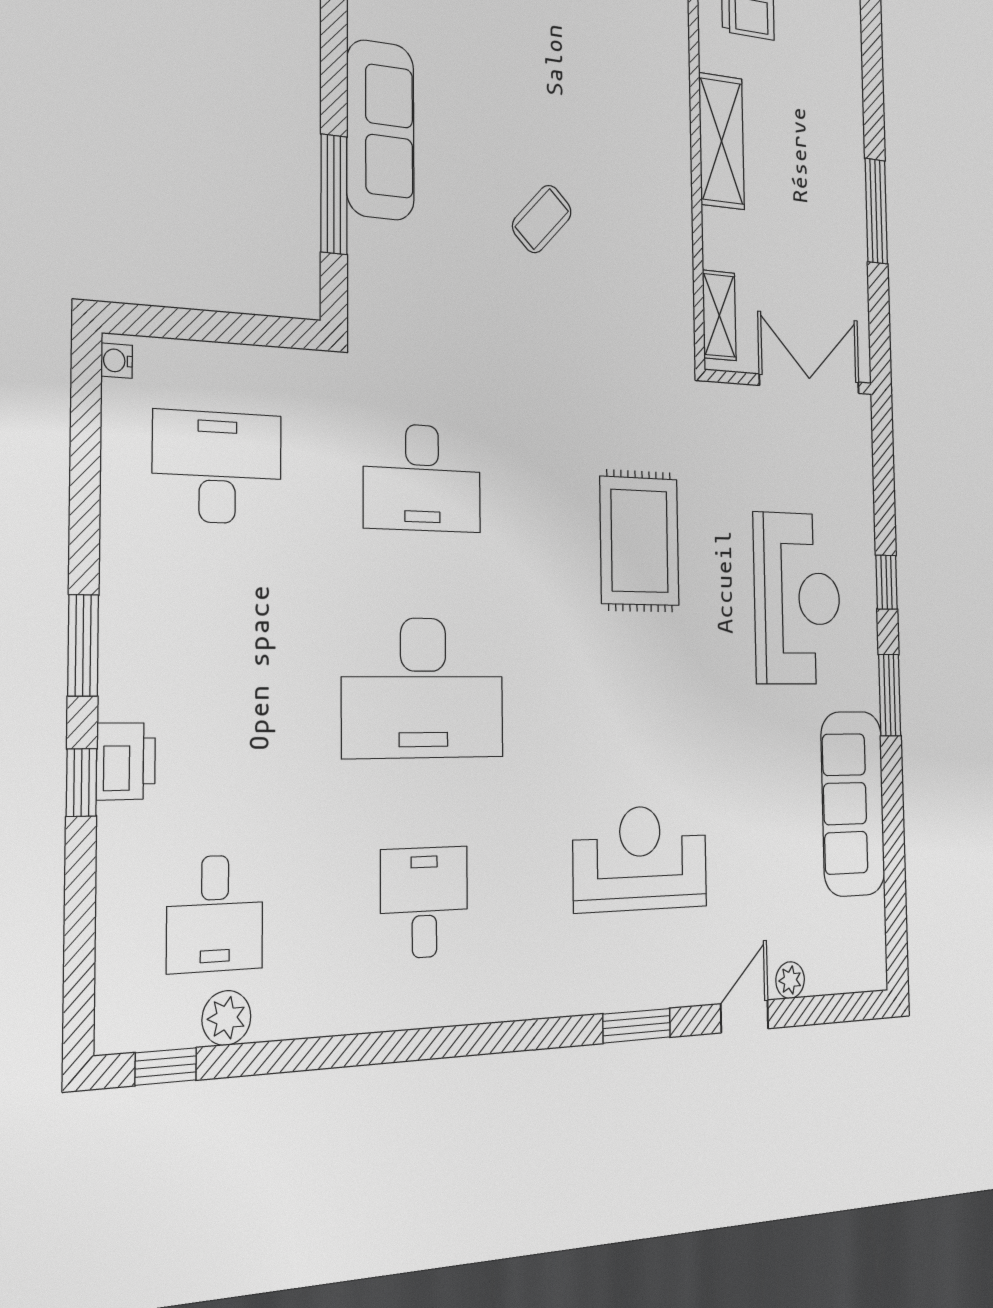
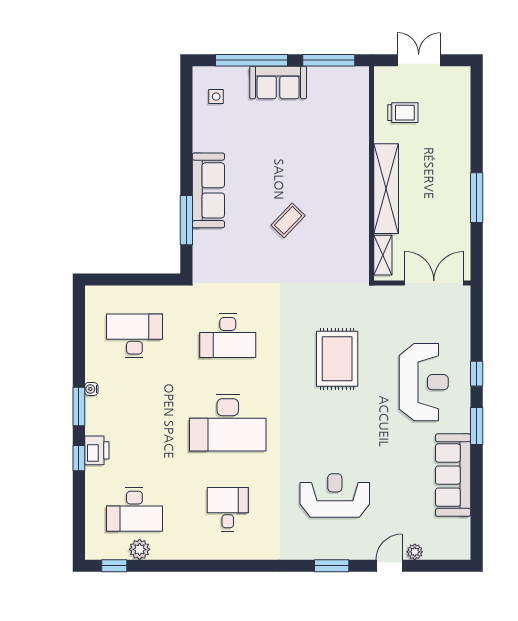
shelving: (722, 141) -> (386, 189), width x1.47
water cooler: (117, 361) -> (91, 389), moved
desk: (215, 913) -> (134, 509), width x1.37

